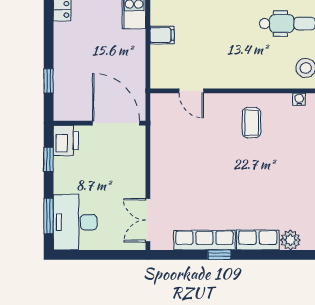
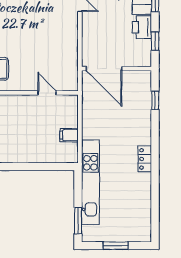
printer: (66, 141) -> (142, 27), moved

